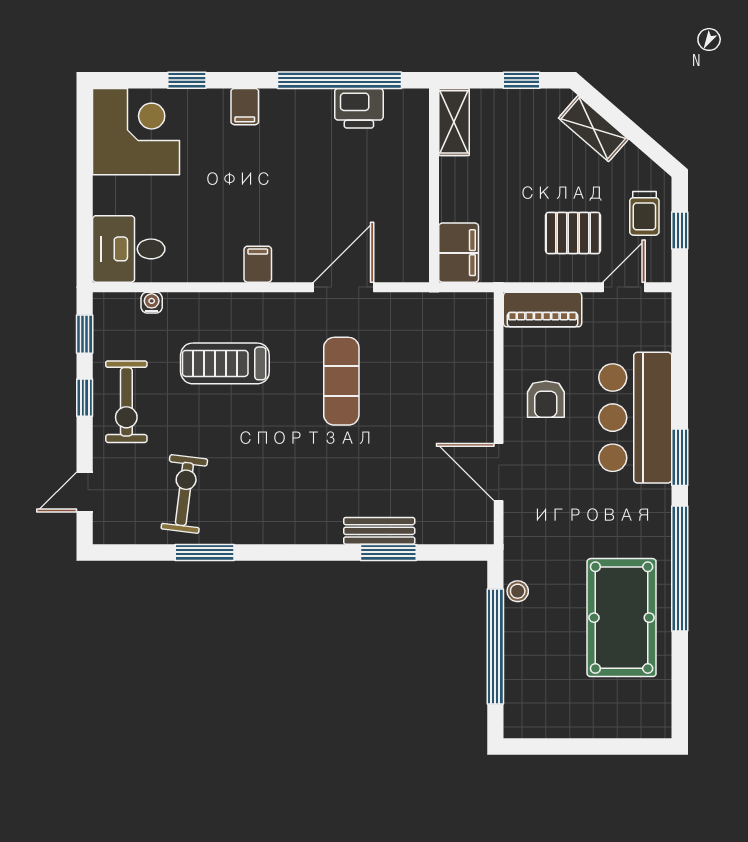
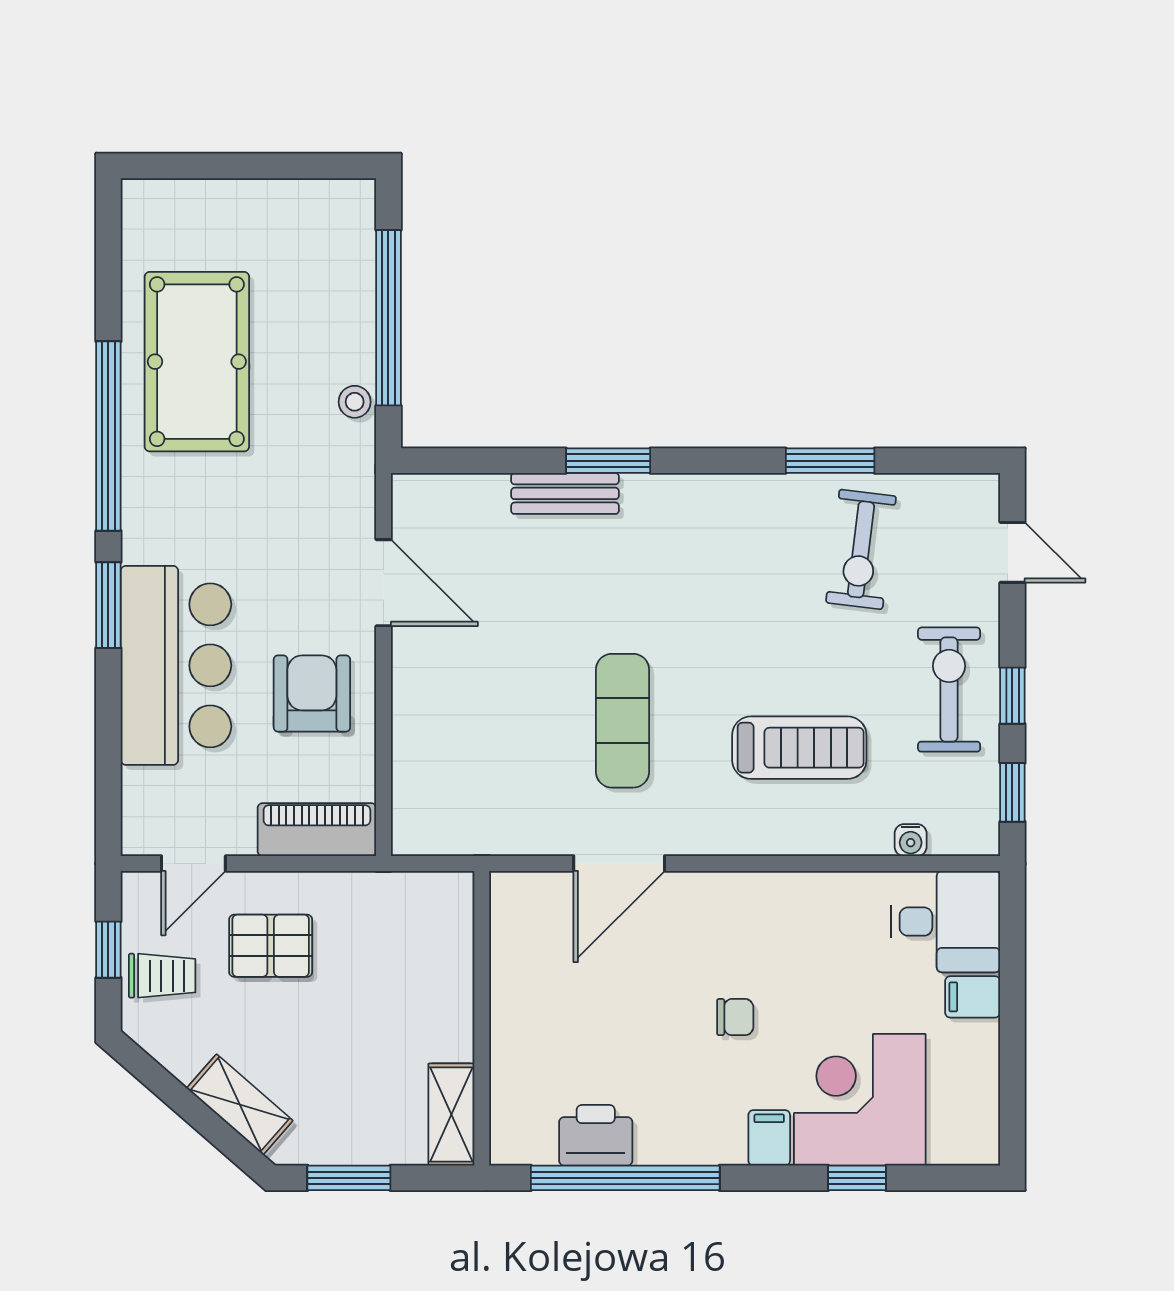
window: (521, 80) -> (349, 1178), width x1.50
corner desk: (136, 132) -> (860, 1100), moved, turned 90
chair: (267, 186) -> (735, 1017), added
trolley: (644, 213) -> (162, 976), turned 90
filing cabinet: (459, 253) -> (444, 916), removed
filing cabinet: (258, 264) -> (973, 997), moved, turned 90
armchair: (546, 399) -> (312, 694), width x1.38, depth x1.38
door: (85, 492) -> (1012, 552), hinge flipped
window: (388, 552) -> (608, 461), moved

